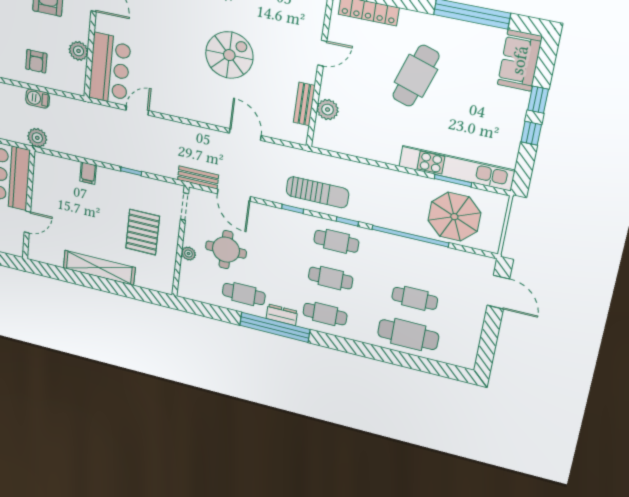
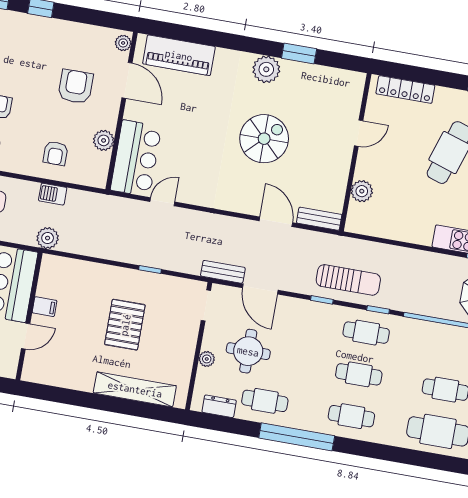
bench: (304, 104) -> (319, 219), moved, turned 90
filing cabinet: (88, 173) -> (45, 307), moved, turned -90
pallet: (143, 232) -> (125, 325), moved
shelving: (99, 268) -> (135, 389), moved
dresser: (282, 315) -> (219, 406), moved

